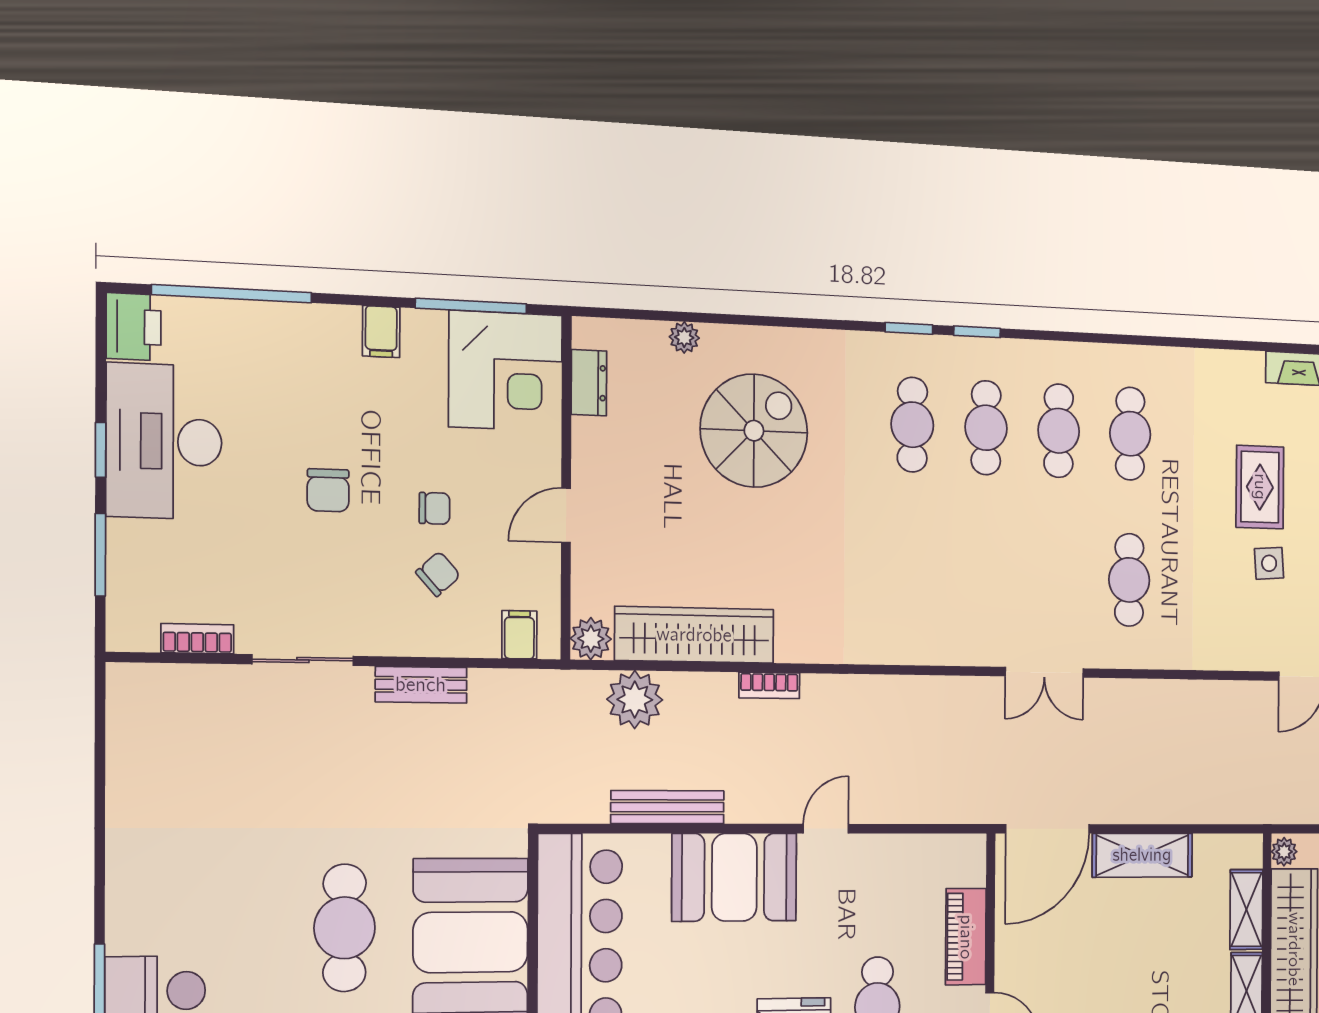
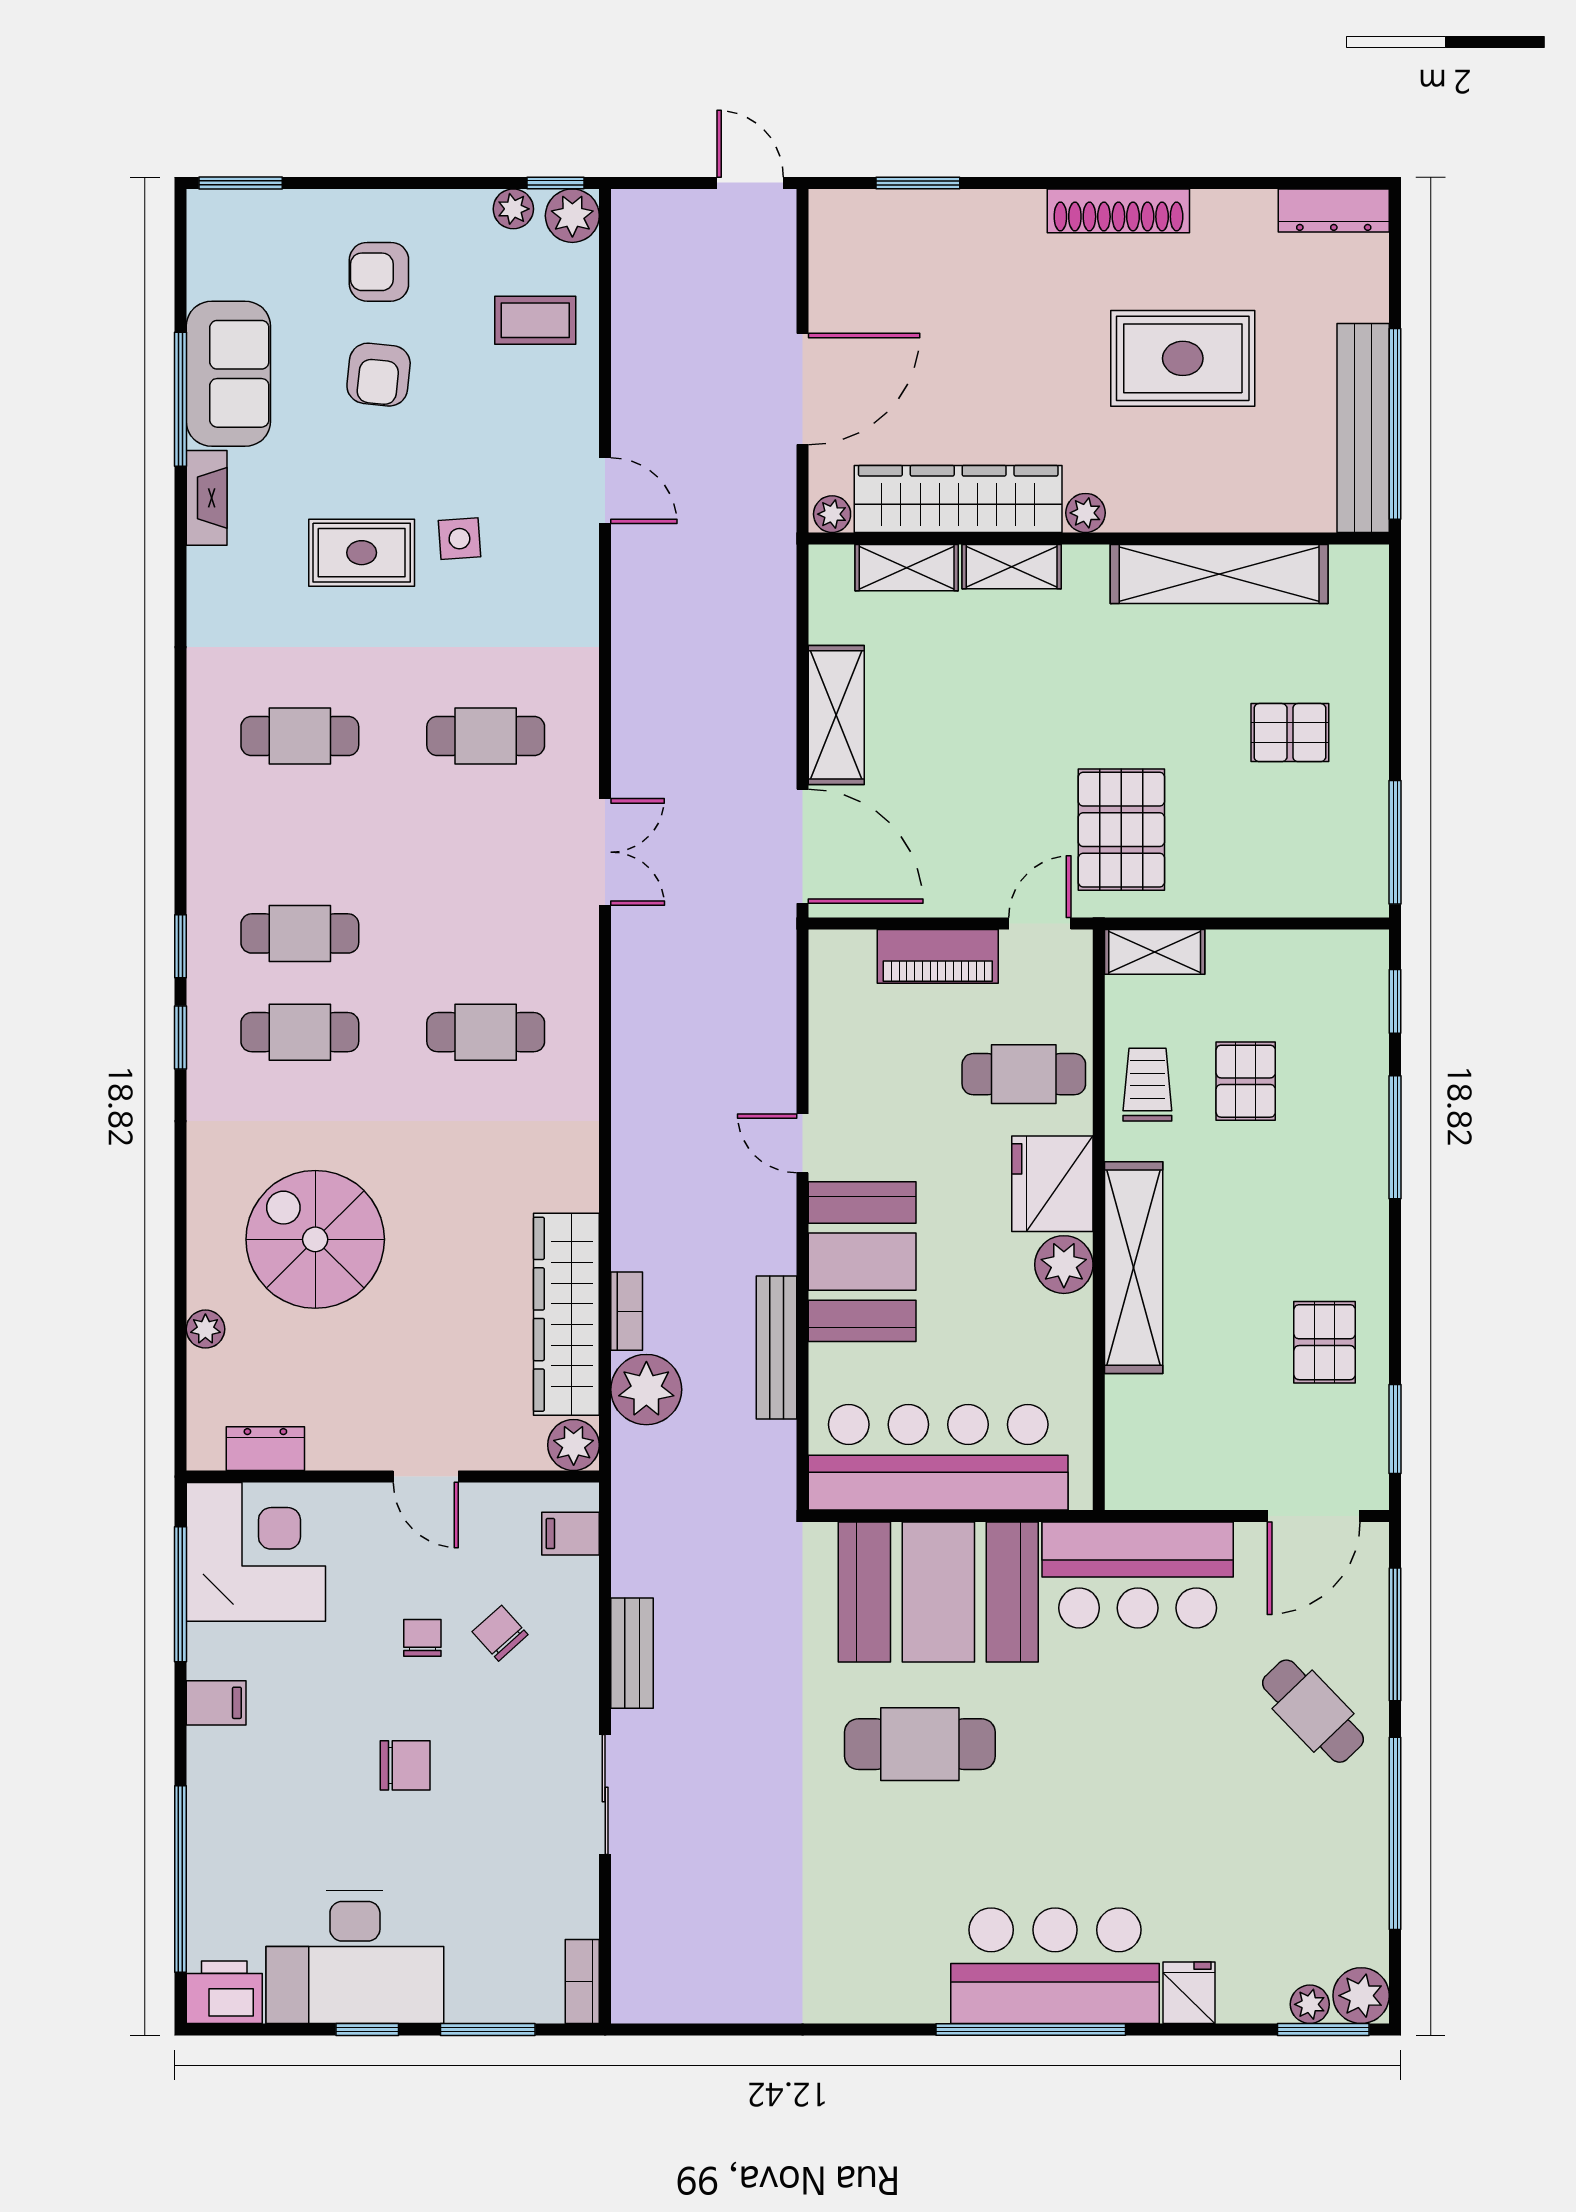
cafe table: (1059, 431) -> (486, 1032), moved
bookcase: (197, 639) -> (582, 1981), moved
bookcase: (769, 685) -> (627, 1311), moved

